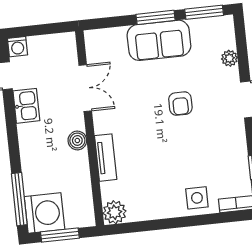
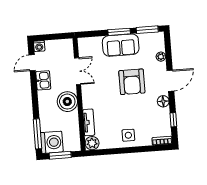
armchair: (180, 104) -> (132, 82), width x1.88, depth x1.88
floor lamp: (236, 136) -> (163, 101), added
boiler: (77, 140) -> (67, 102), width x1.86, depth x1.86
tv unit: (106, 158) -> (89, 122), moved
side table: (197, 198) -> (128, 135), moved

